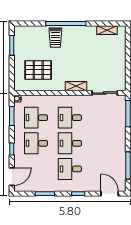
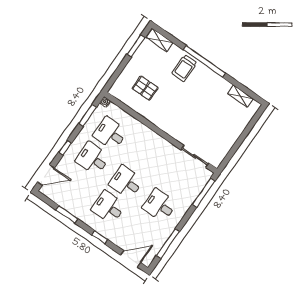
pallet: (38, 70) -> (145, 88), width x0.67, depth x0.71
shelving: (76, 86) -> (160, 40), moved
desk: (70, 118) -> (159, 205), moved
door: (110, 194) -> (131, 259), hinge flipped

